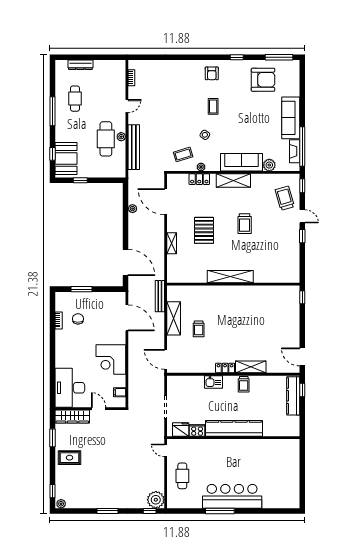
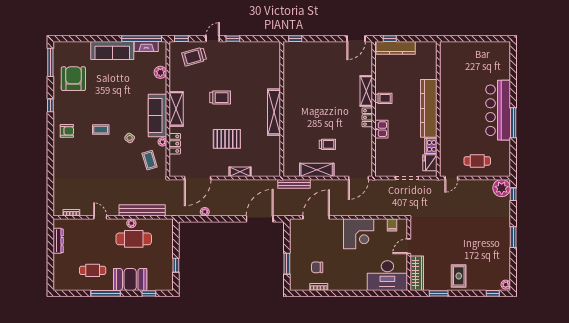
dresser: (80, 65) -> (58, 241), moved
booth: (66, 158) -> (130, 279), moved
sofa: (241, 162) -> (158, 115), moved

